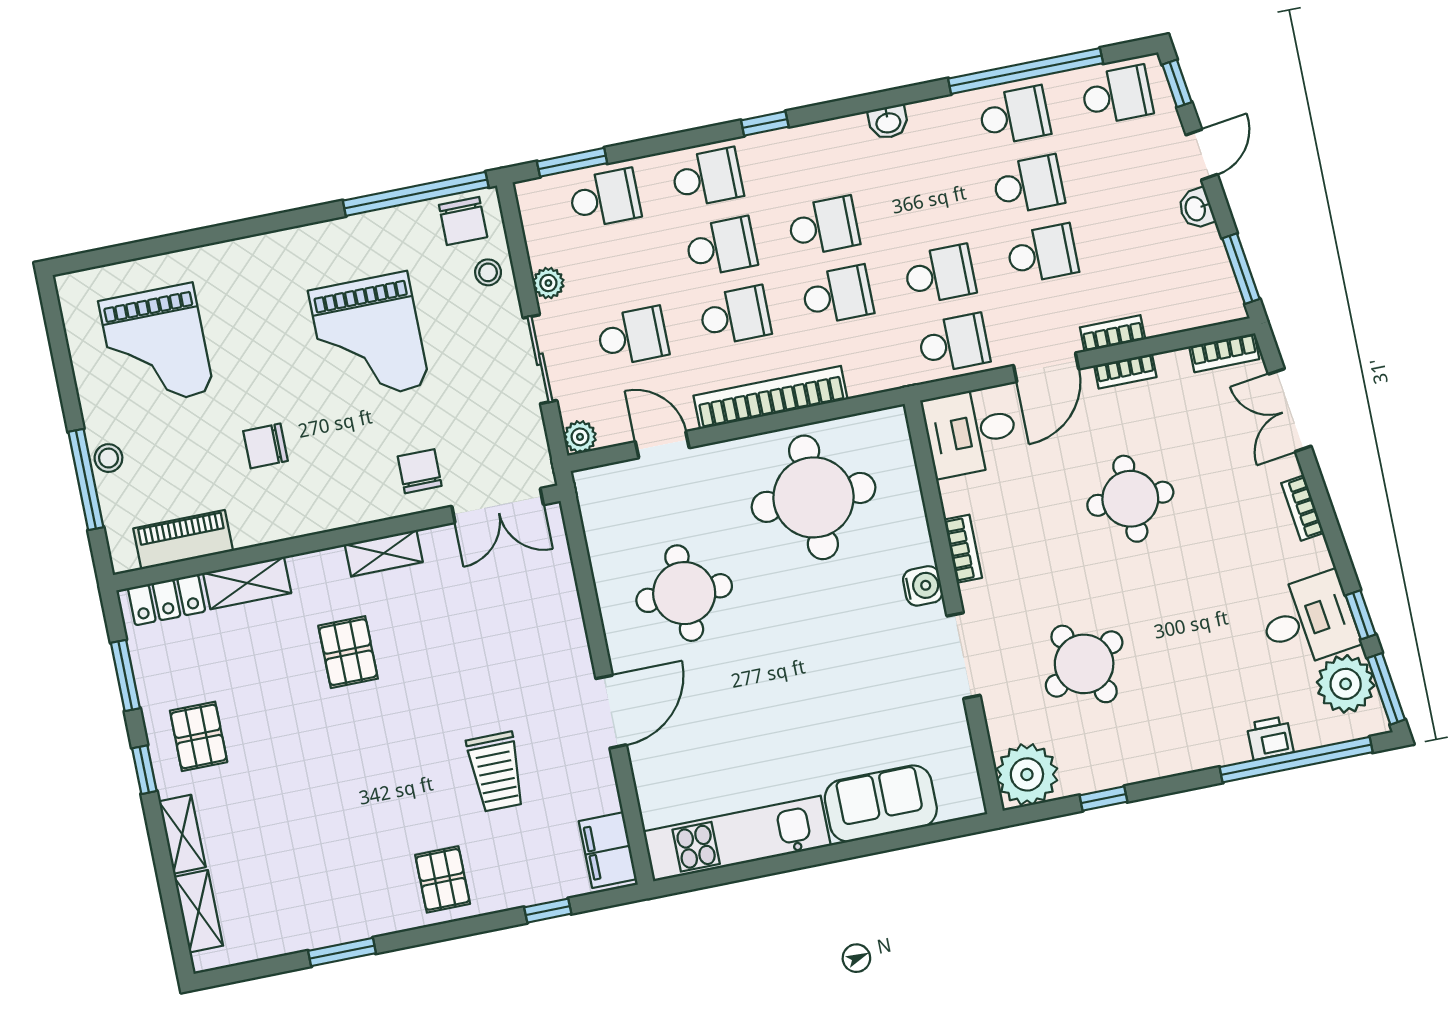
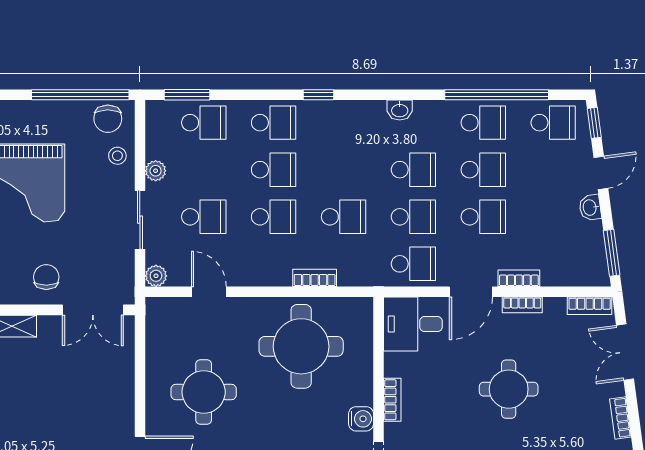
school desk: (823, 226) -> (413, 170), moved
bookcase: (770, 398) -> (315, 278), width x0.43, depth x0.76

